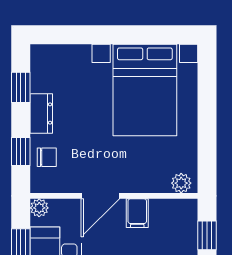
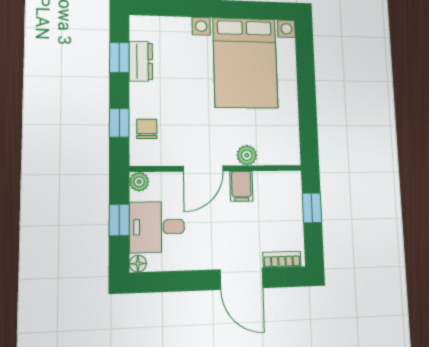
dresser: (41, 114) -> (141, 61), moved
chair: (47, 157) -> (147, 129), turned -90
plant: (181, 183) -> (247, 155), moved

